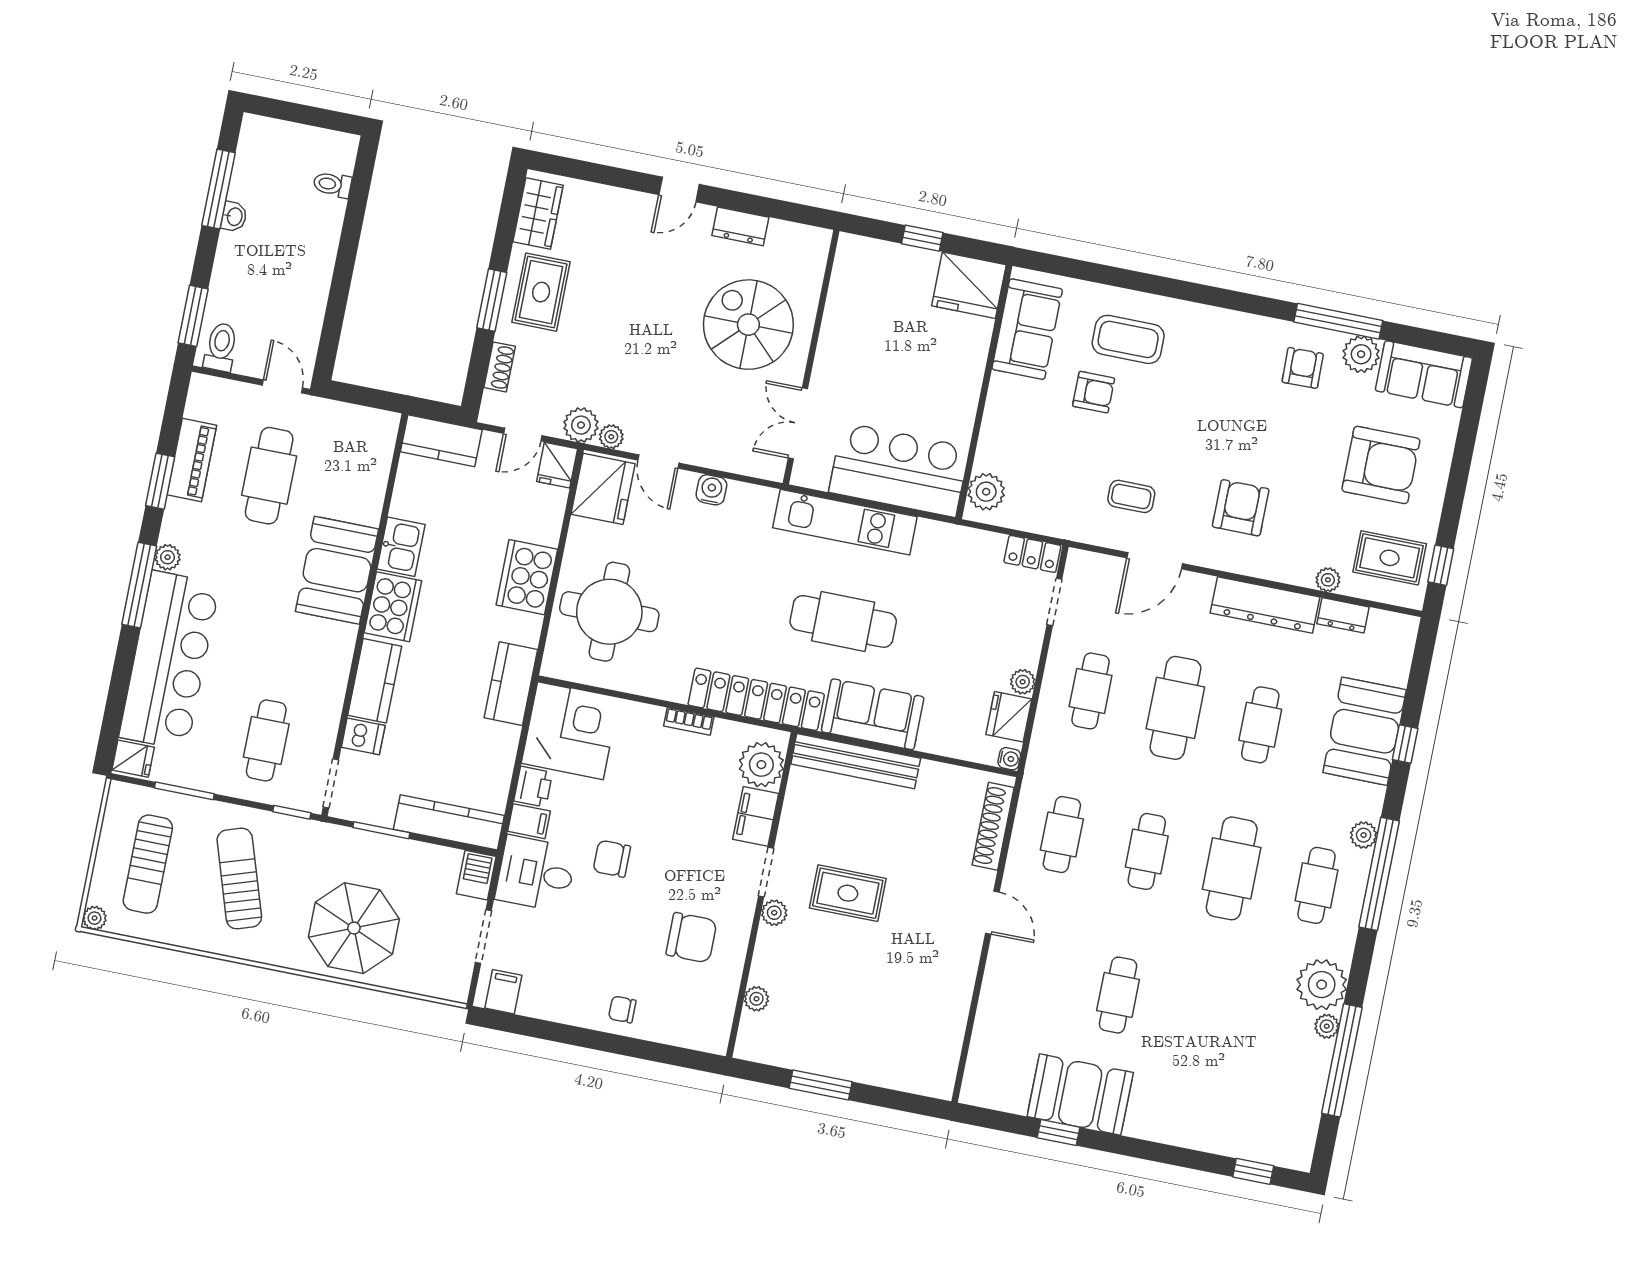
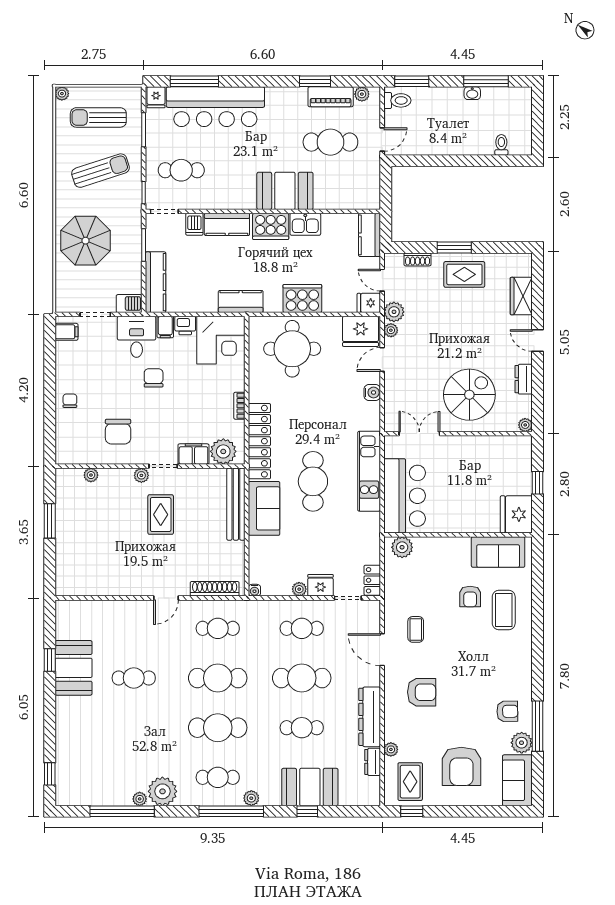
wardrobe: (538, 213) -> (521, 296), moved, turned 90
plant: (819, 239) -> (525, 425), added
plant: (168, 557) -> (362, 94), moved
window: (139, 585) -> (194, 81), moved
fridge: (1009, 717) -> (320, 585), moved
cafe table: (1147, 851) -> (218, 678), width x1.37, depth x1.35

